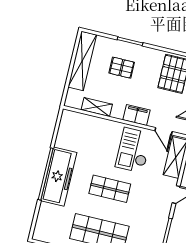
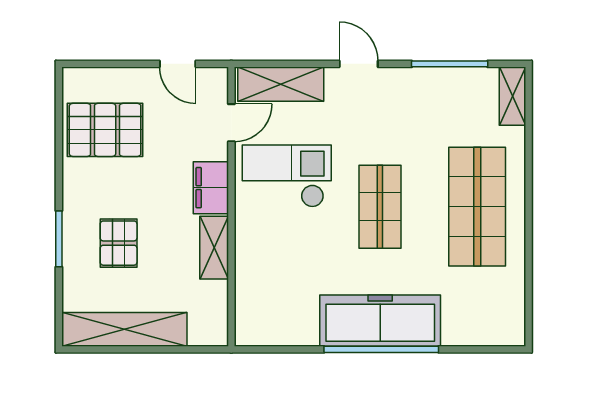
shelving: (97, 107) -> (214, 248), moved
checkout: (134, 150) -> (287, 176), turned 180

